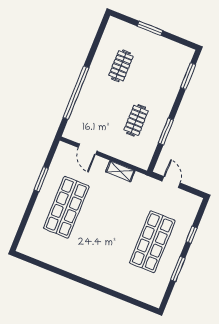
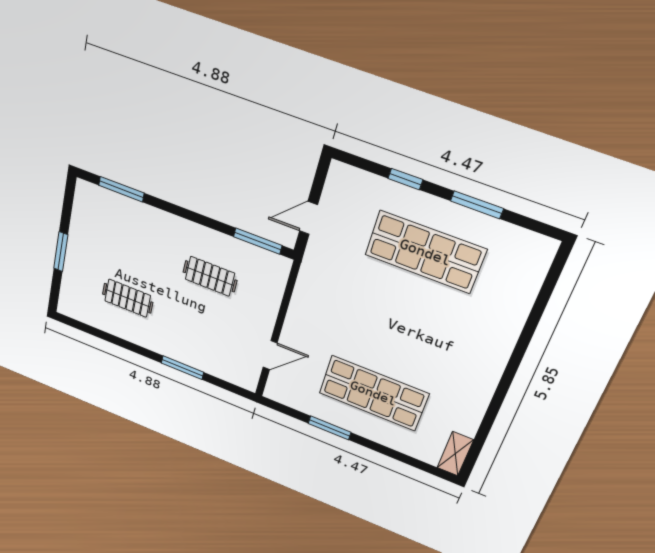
window: (76, 93) -> (182, 368), width x0.47
window: (166, 131) -> (258, 241), moved
shelving: (120, 171) -> (455, 454), moved

